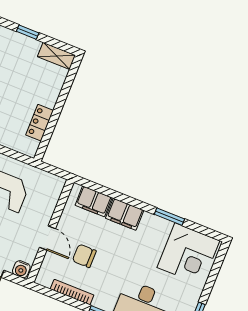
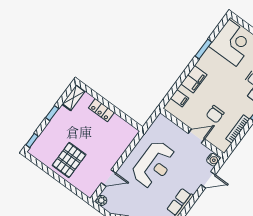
locker: (40, 123) -> (101, 110), moved
filing cabinet: (94, 201) -> (180, 98), width x0.50

